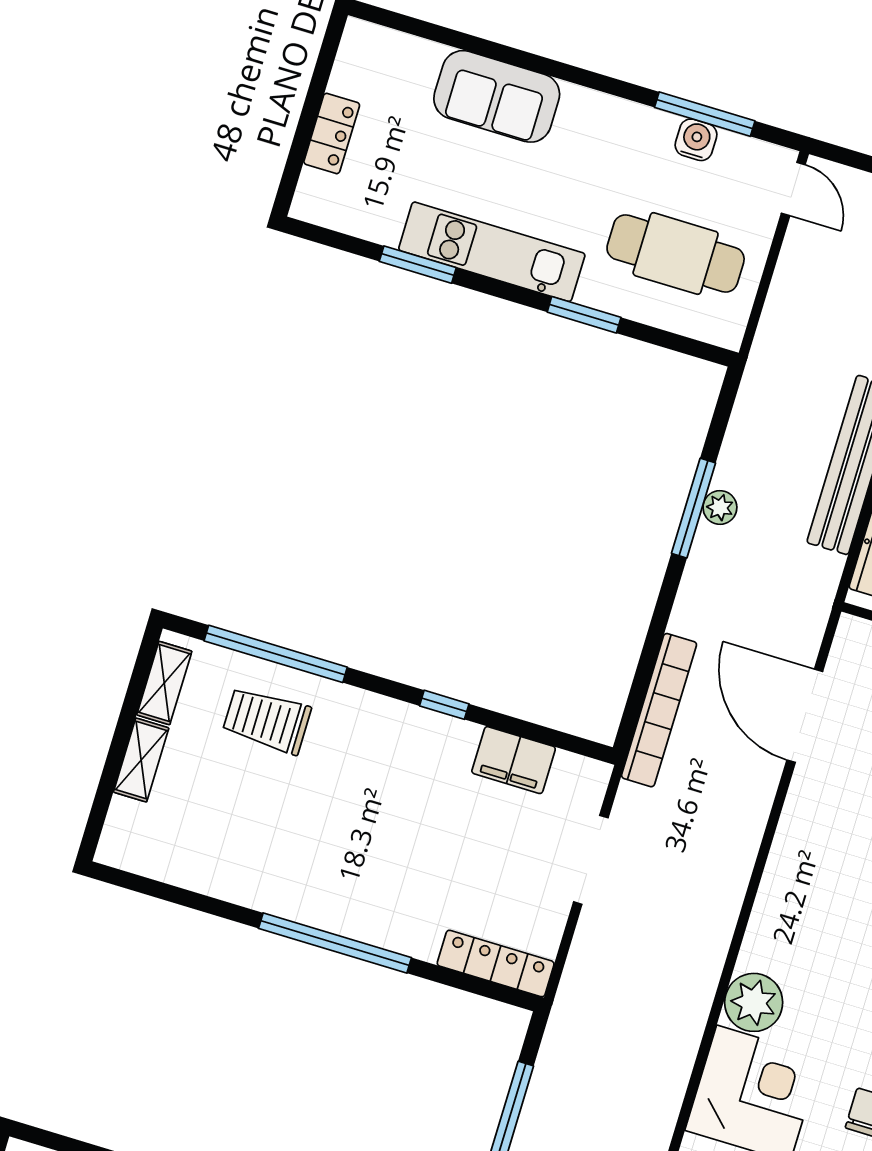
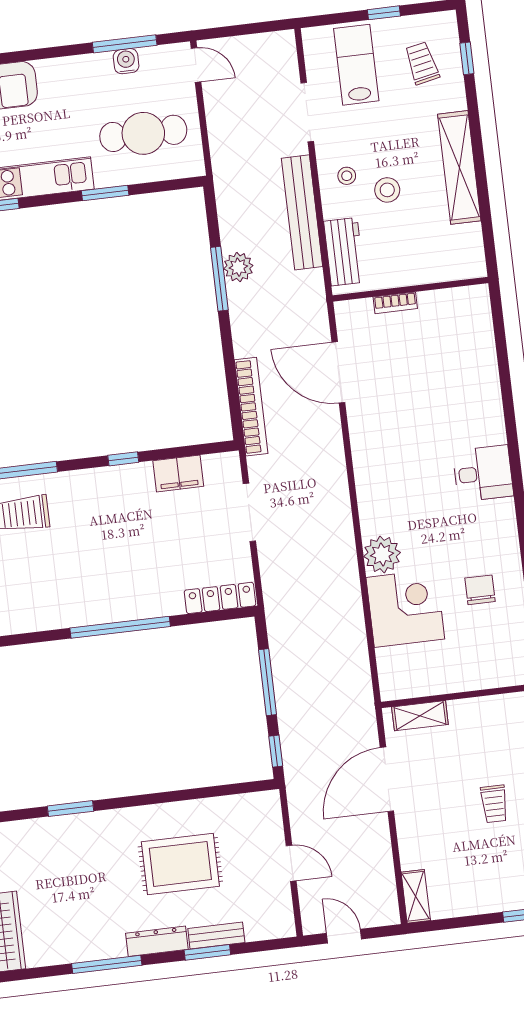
plant: (720, 508) -> (238, 267), width x1.38, depth x1.38

